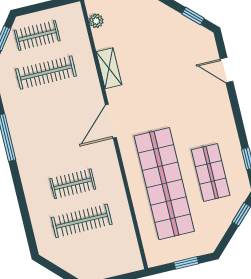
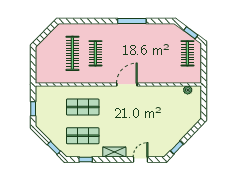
shelving: (109, 68) -> (114, 152), moved
clothes rail: (46, 73) -> (164, 53), removed
door: (111, 121) -> (127, 84), hinge flipped
shop shelf: (164, 184) -> (83, 107), width x0.50, depth x0.74

